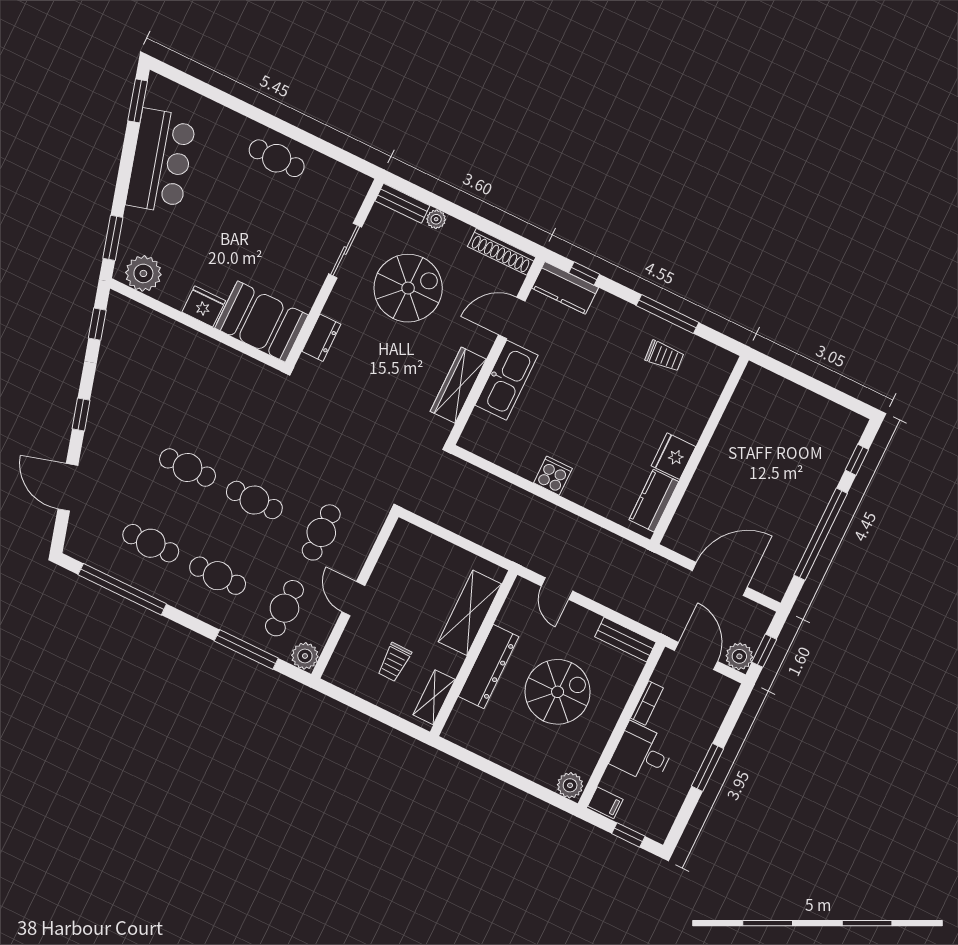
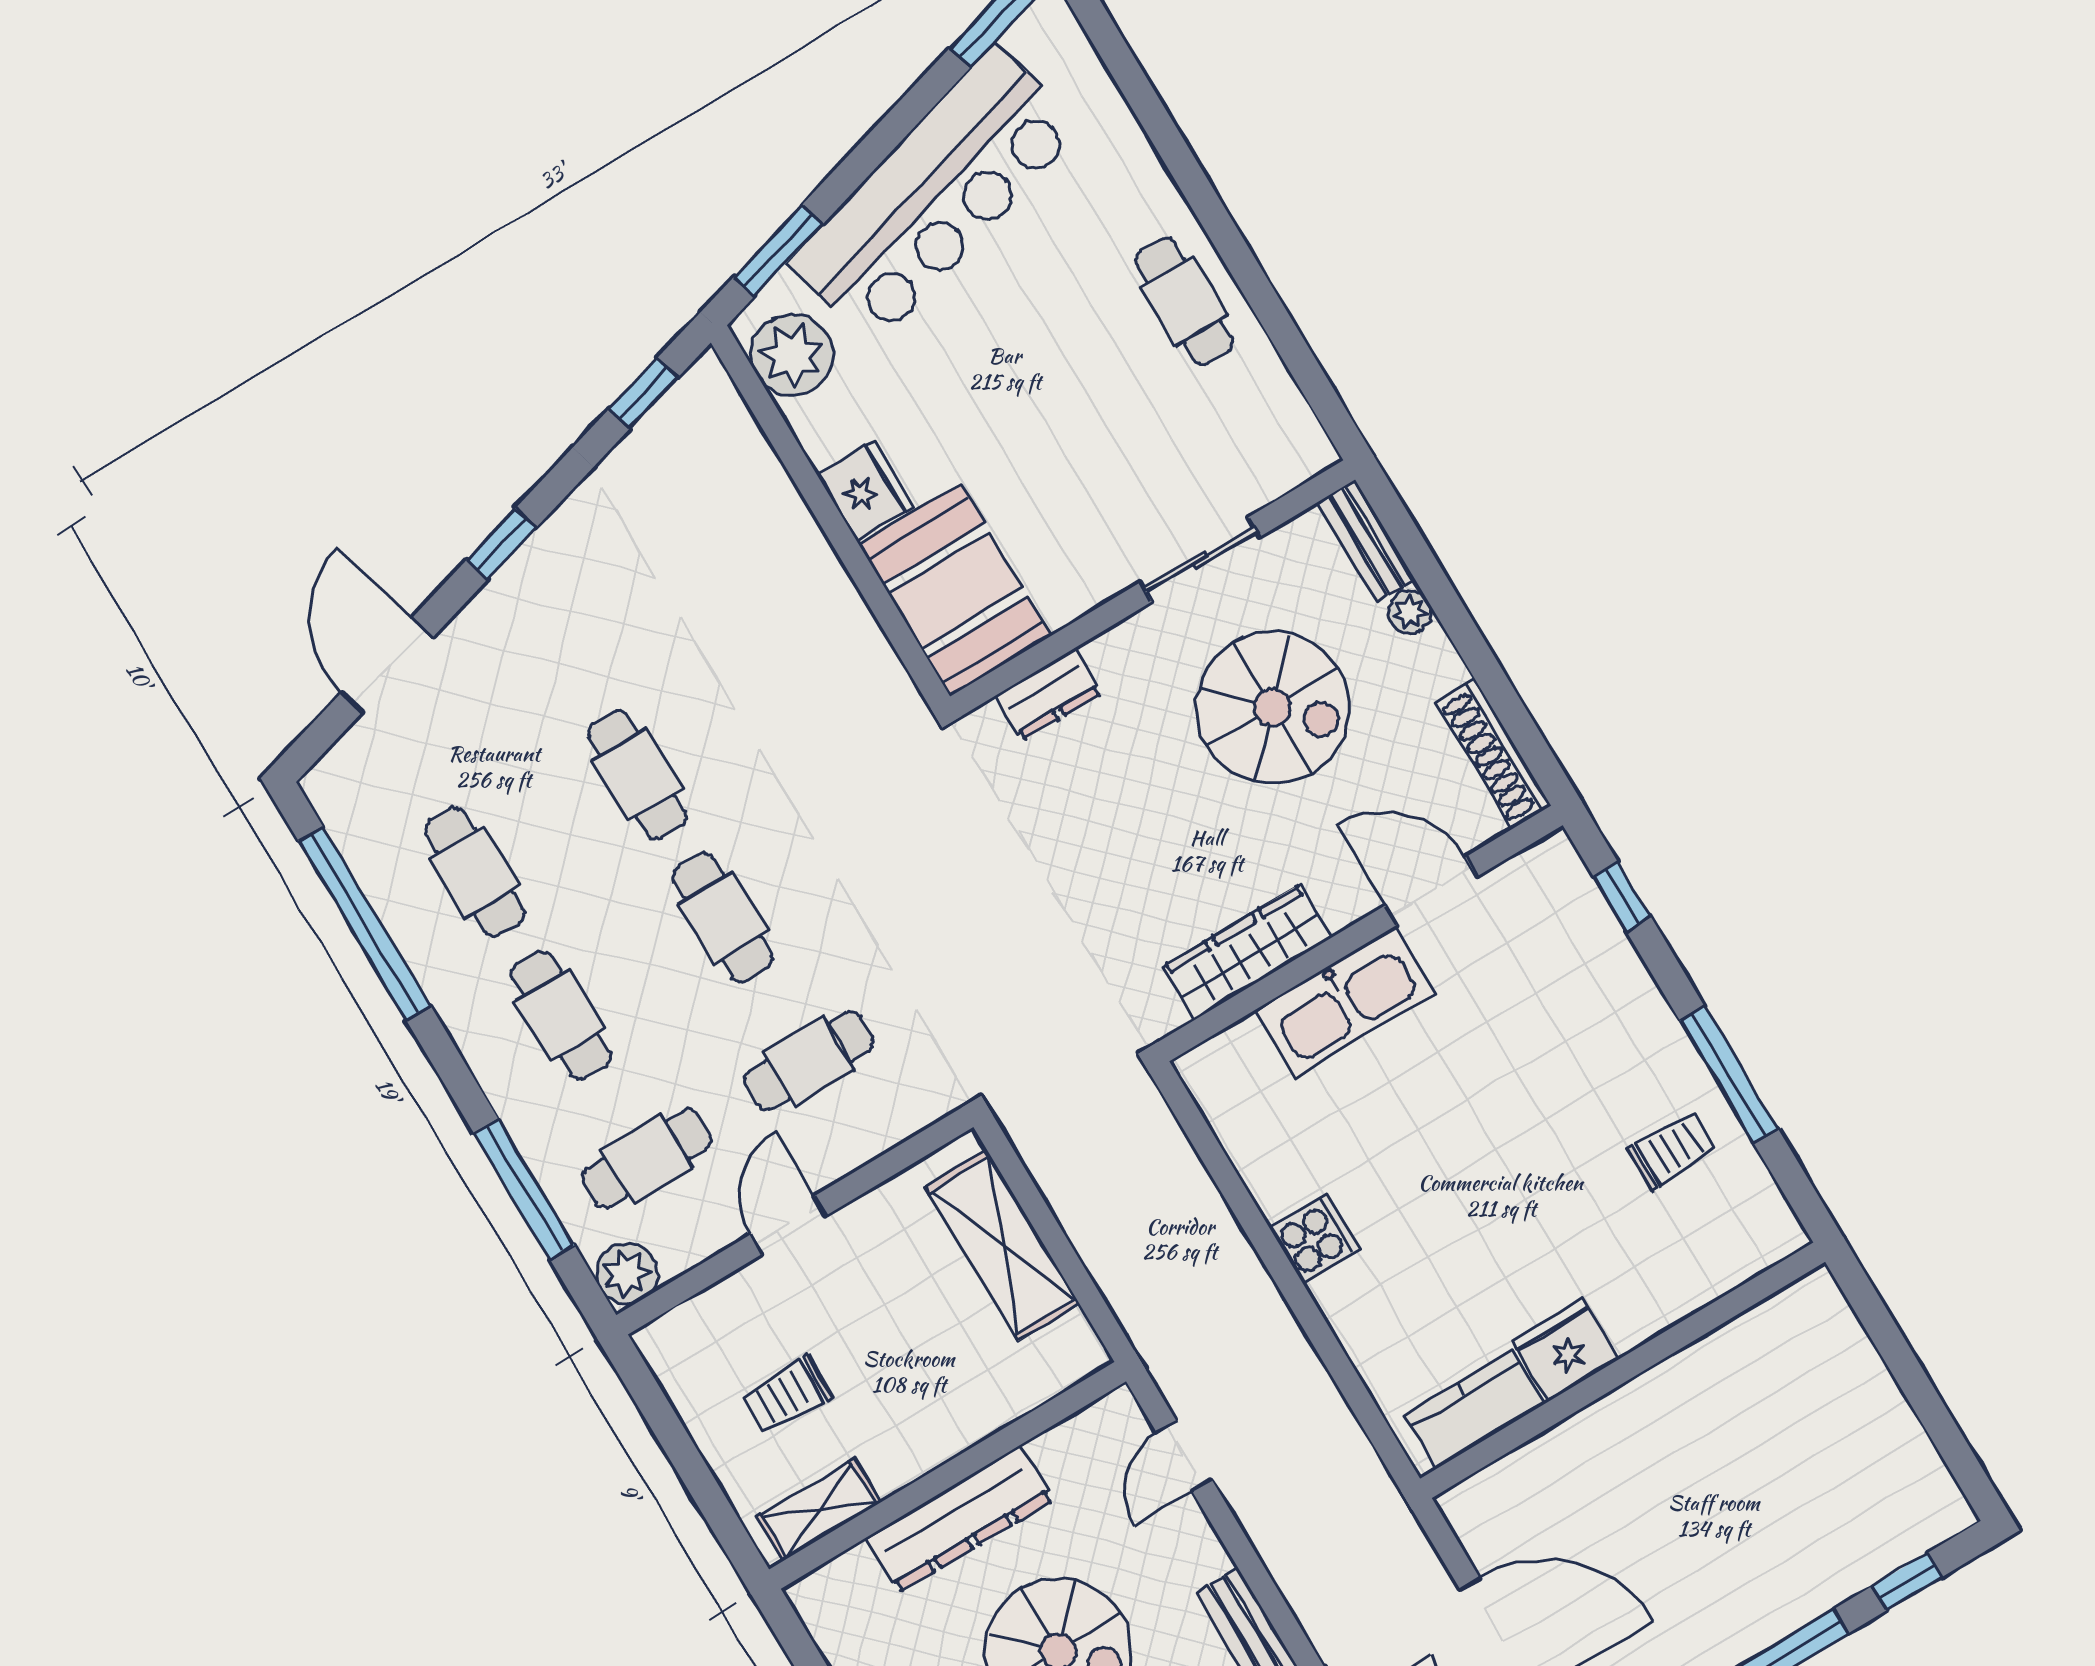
bar counter: (161, 161) -> (936, 195), width x1.36
kitchen counter: (565, 288) -> (1569, 900), removed
trolley: (664, 356) -> (1672, 1150), turned -86
shelving: (470, 613) -> (1003, 1245), moved, turned 90

